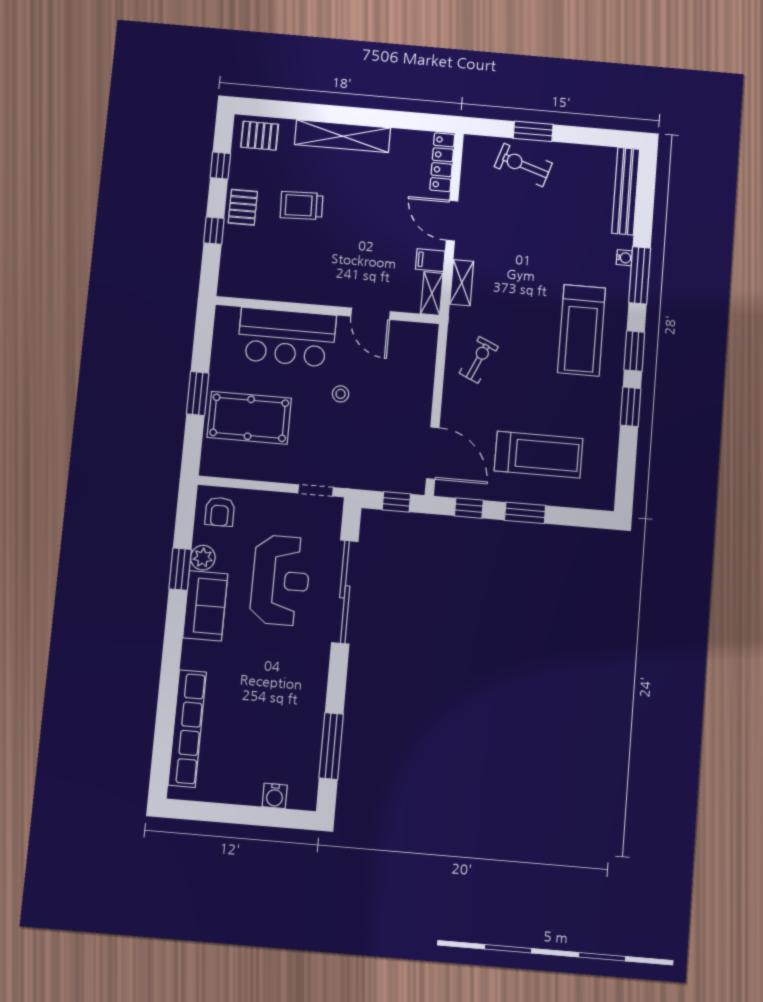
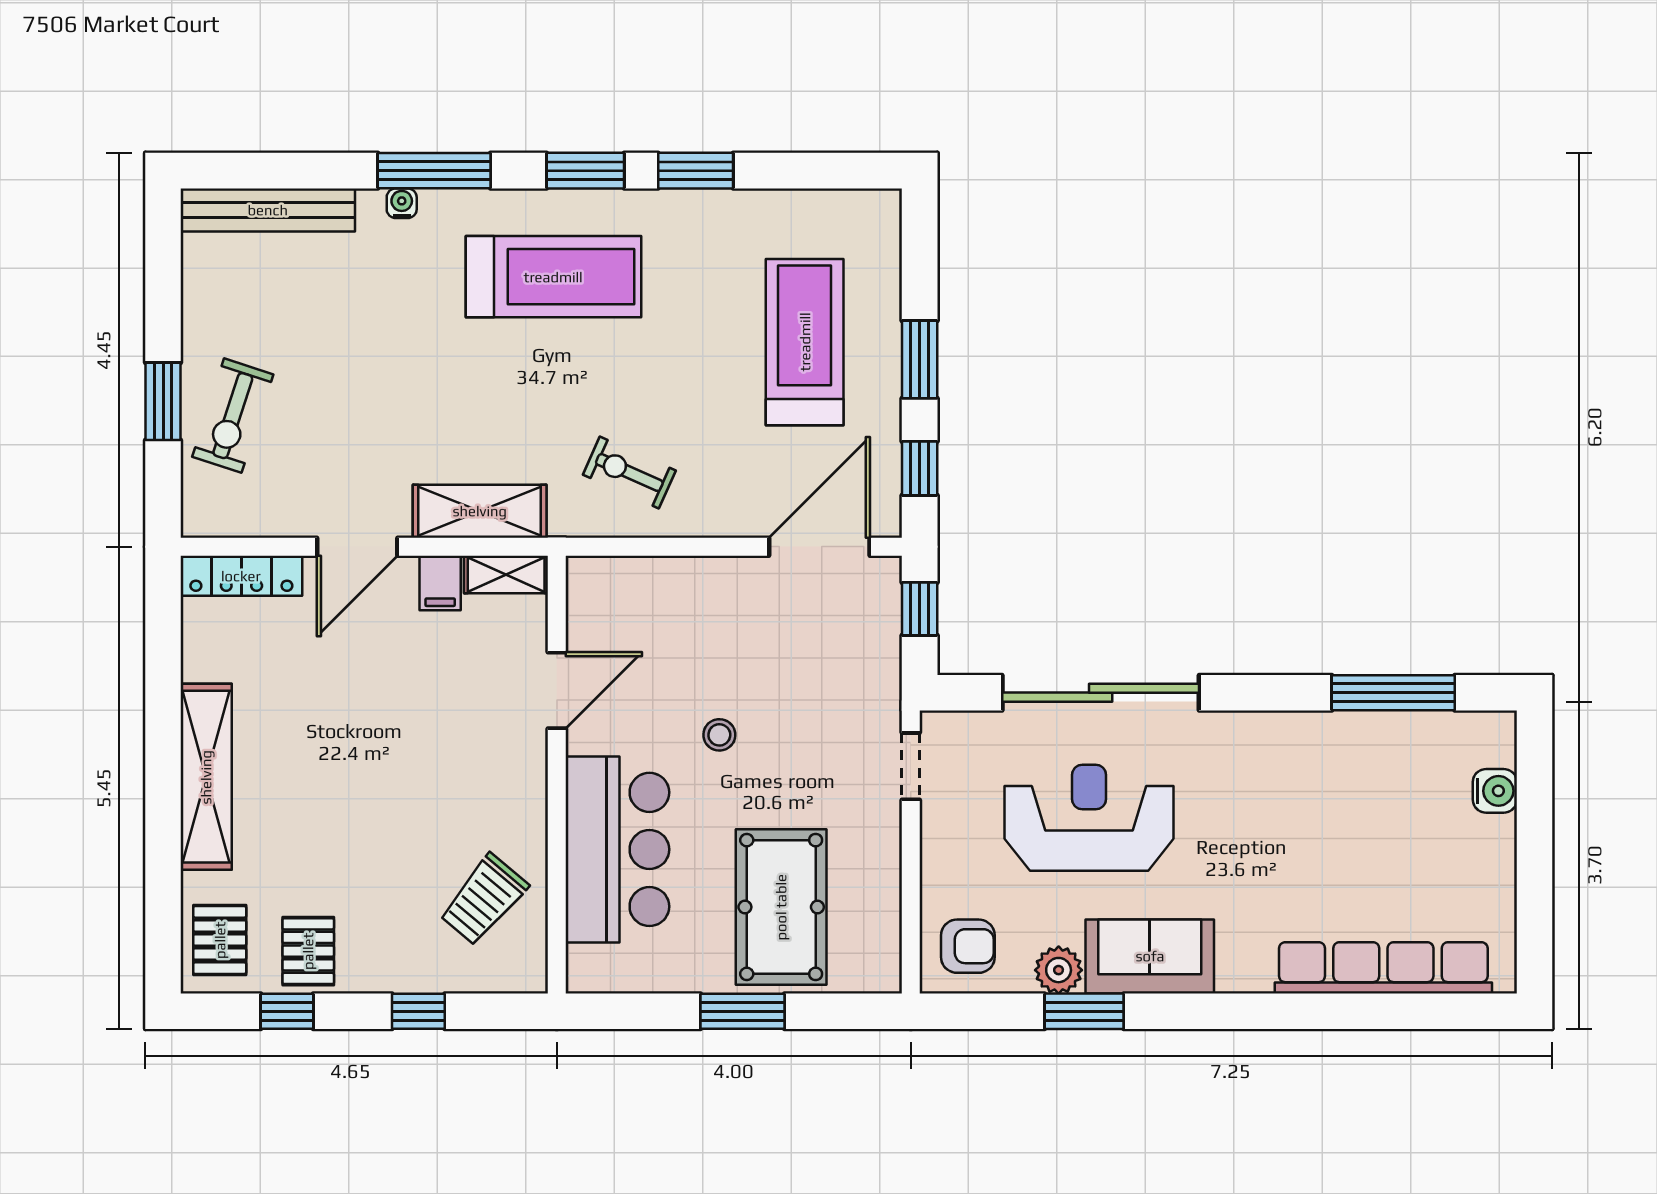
trolley: (302, 205) -> (484, 900), moved, turned 42
pallet: (243, 207) -> (308, 951), moved, turned 90
shelving: (462, 283) -> (480, 511), width x1.50, depth x1.33

